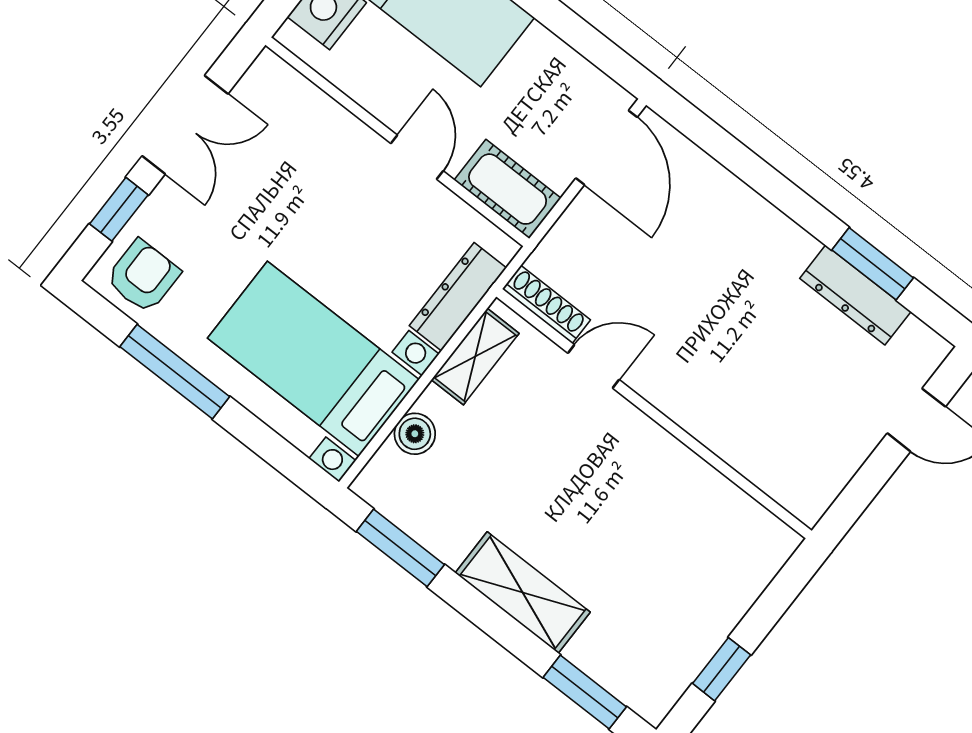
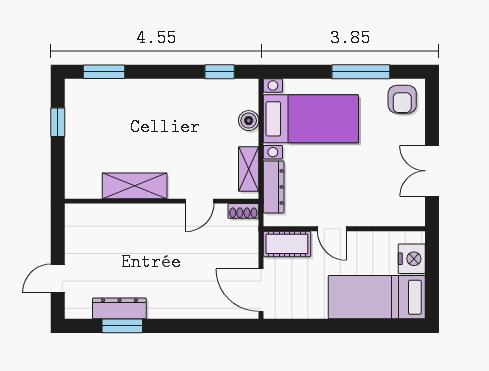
window: (119, 209) -> (432, 118), removed
shoe rack: (546, 304) -> (243, 211), width x0.70
window: (400, 548) -> (220, 72), width x0.67
shelving: (523, 593) -> (135, 186), moved

